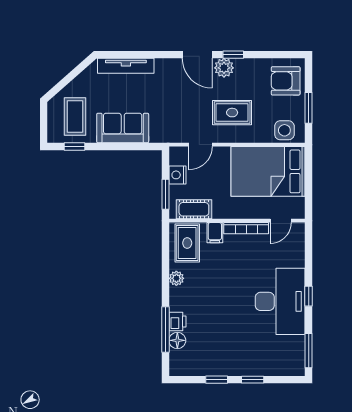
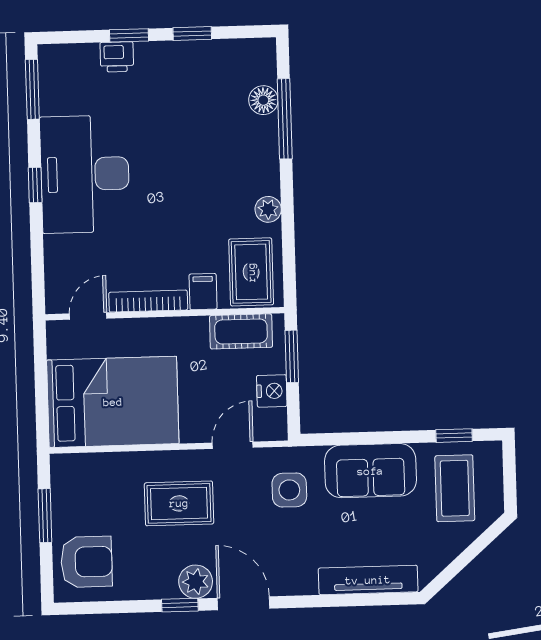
side table: (284, 130) -> (289, 490), moved
printer: (178, 321) -> (117, 57), moved, turned -90

